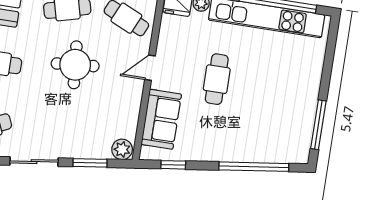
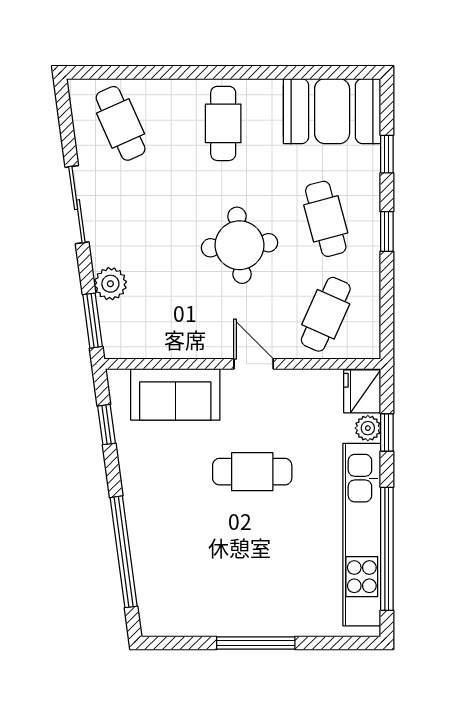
window: (318, 125) -> (256, 643), moved
plant: (122, 149) -> (110, 284), moved
window: (90, 163) -> (93, 321), moved

